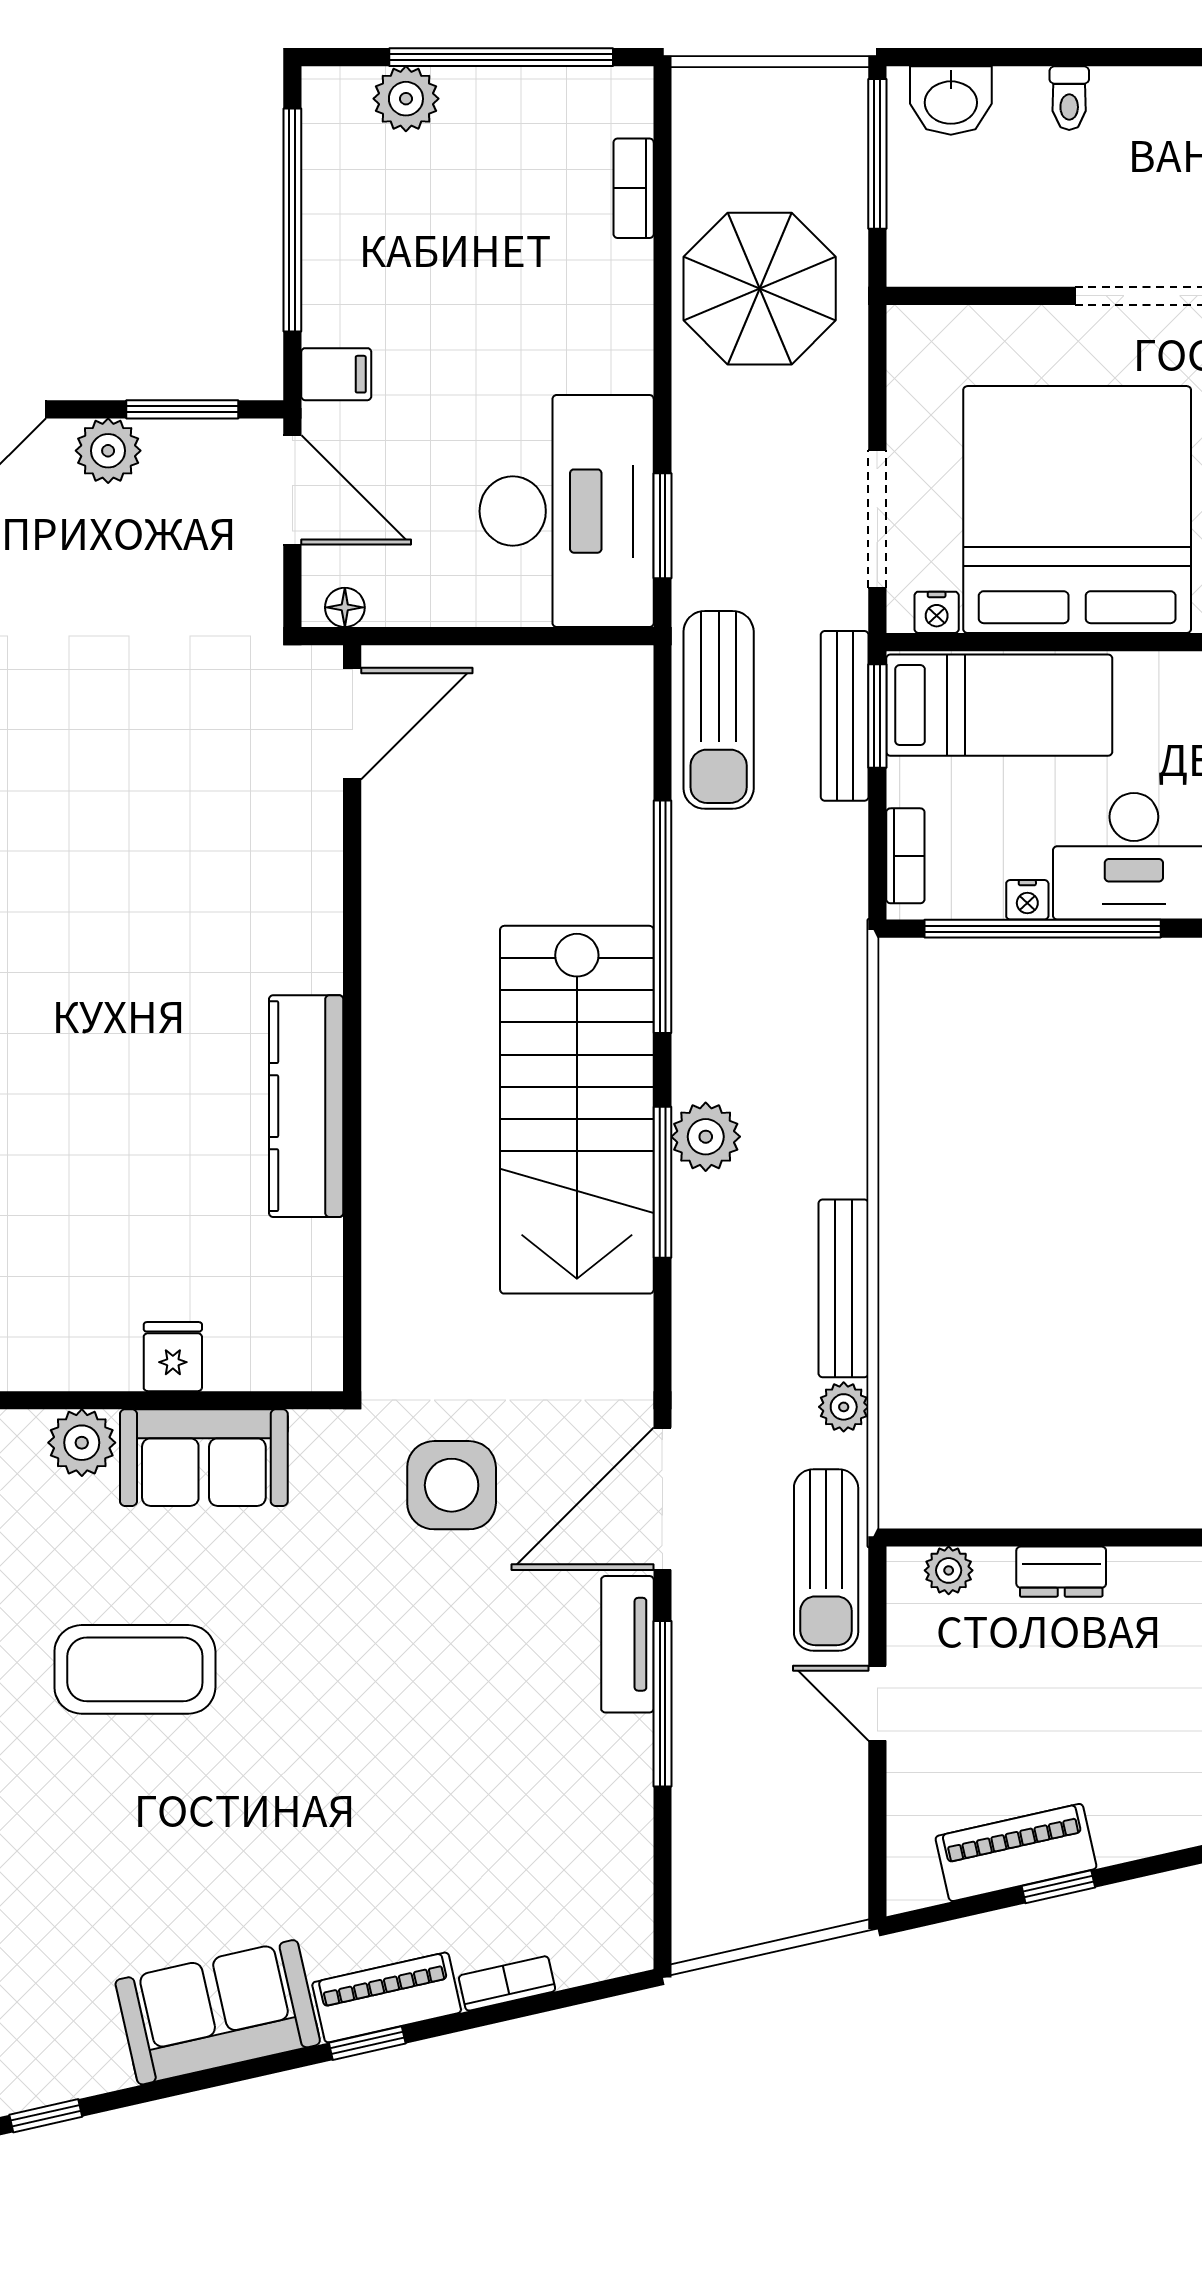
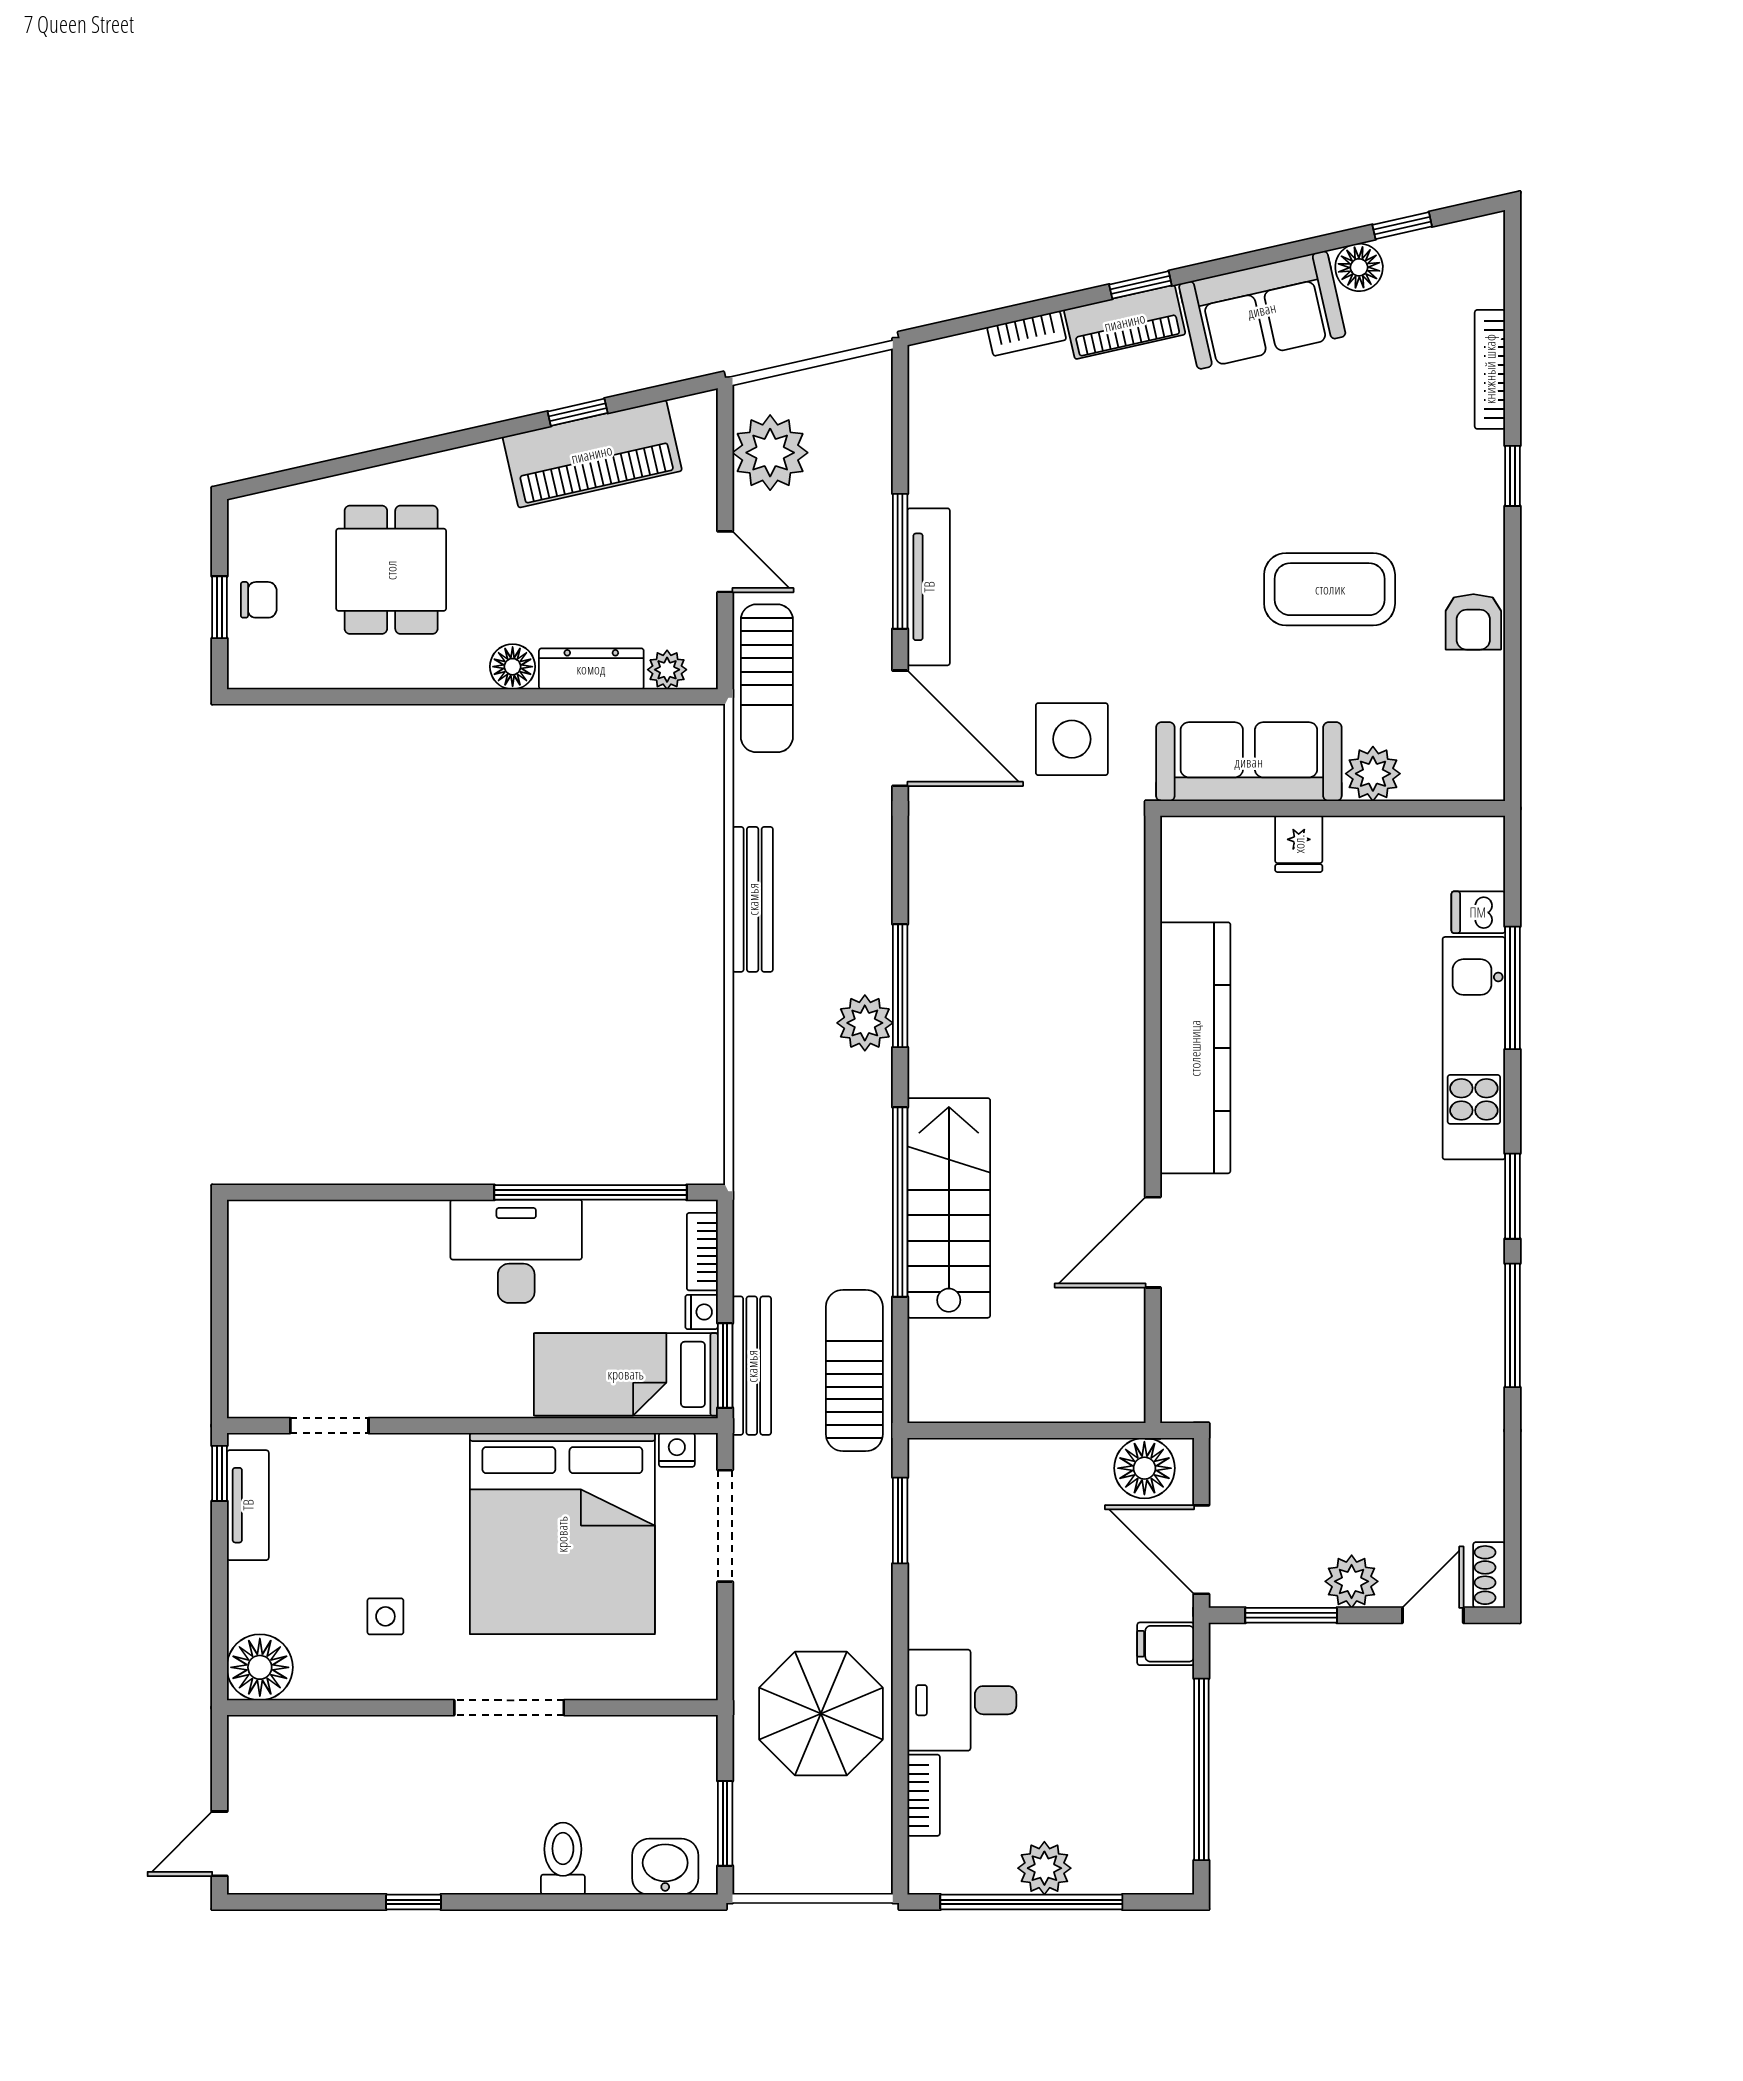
toilet: (1069, 98) -> (563, 1859), width x1.37, depth x1.39
plant: (406, 99) -> (1044, 1868), moved
window: (877, 154) -> (725, 1823), width x0.69
desk: (567, 511) -> (962, 1700), moved, width x0.53, depth x0.77
floor lamp: (345, 607) -> (1144, 1468), width x1.89, depth x1.89
door: (352, 724) -> (1153, 1242), moved
nightstand: (1027, 900) -> (702, 1312), moved, turned 90
kitchen counter: (306, 1106) -> (1195, 1048), width x1.39, depth x1.17
stairs: (577, 1110) -> (949, 1208), moved, width x0.73, depth x0.66
plant: (844, 1407) -> (770, 453), moved, width x1.87, depth x1.87
sofa: (204, 1458) -> (1249, 762), width x1.36
door: (662, 1499) -> (900, 728), hinge flipped
sun lounger: (826, 1560) -> (767, 678), turned 180
dresser: (1061, 1572) -> (591, 669), width x1.44
floor lamp: (1138, 1574) -> (513, 667), added
tv unit: (627, 1644) -> (929, 587), width x1.41
piano: (1016, 1852) -> (592, 454), width x1.37, depth x1.33
floor lamp: (99, 2065) -> (1359, 267), added

